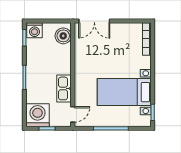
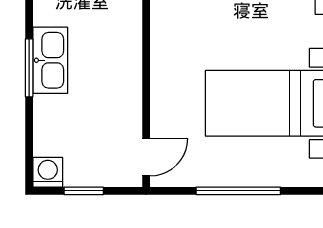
kitchen sink: (64, 88) -> (50, 60), moved, turned 180
washing machine: (38, 115) -> (48, 172), width x0.53, depth x0.53

